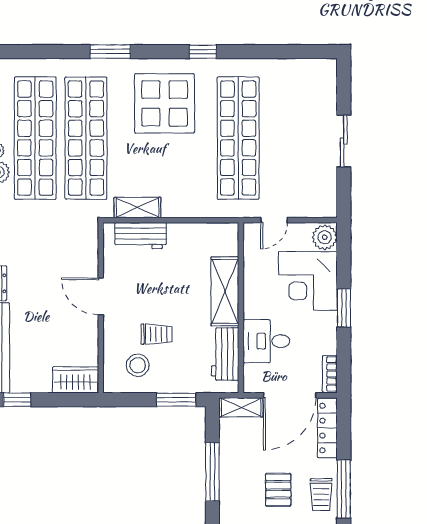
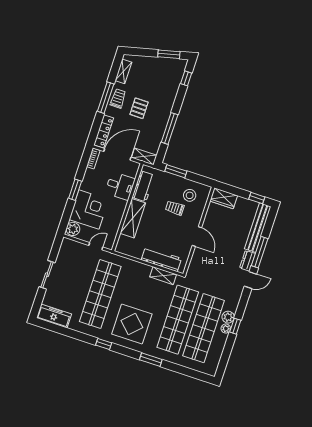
freezer: (307, 72) -> (54, 316), added
workbench: (141, 236) -> (161, 259), width x1.38

